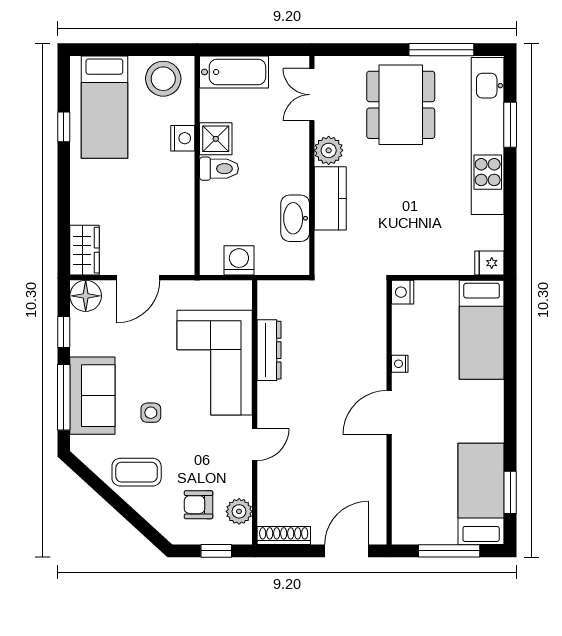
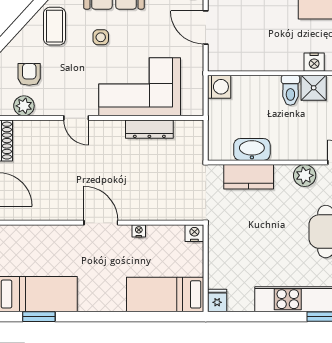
kitchen counter: (330, 198) -> (249, 177), moved
washing machine: (239, 260) -> (219, 87), moved

